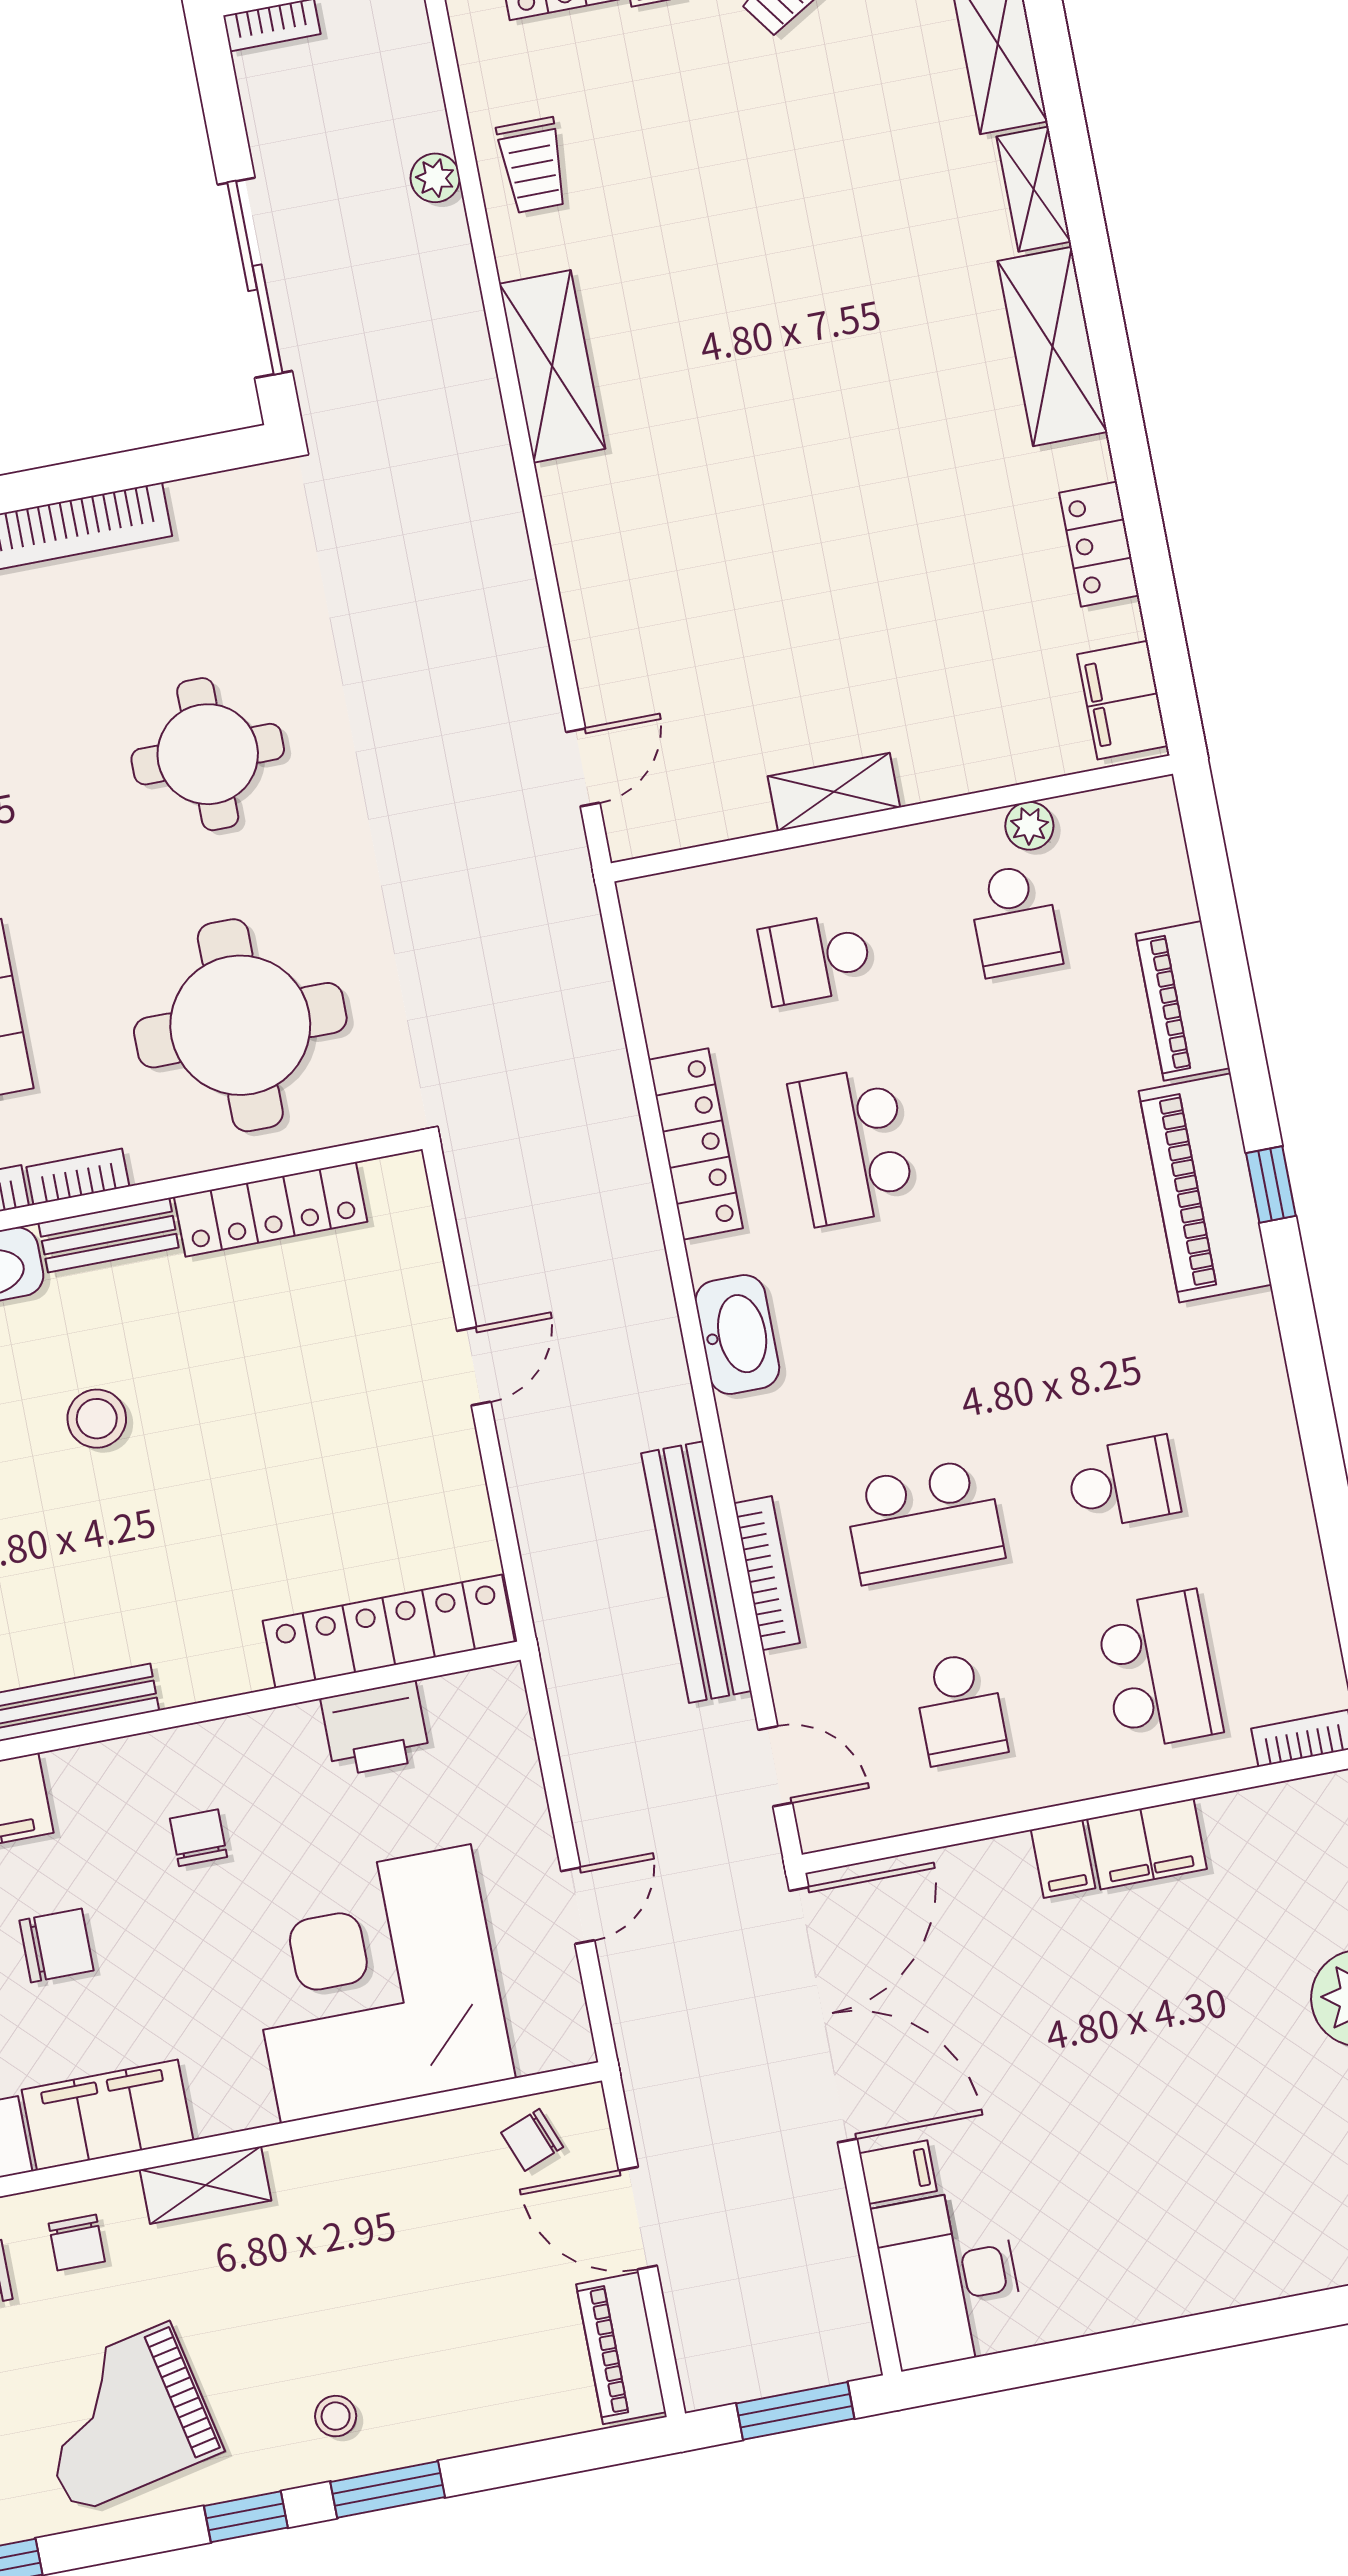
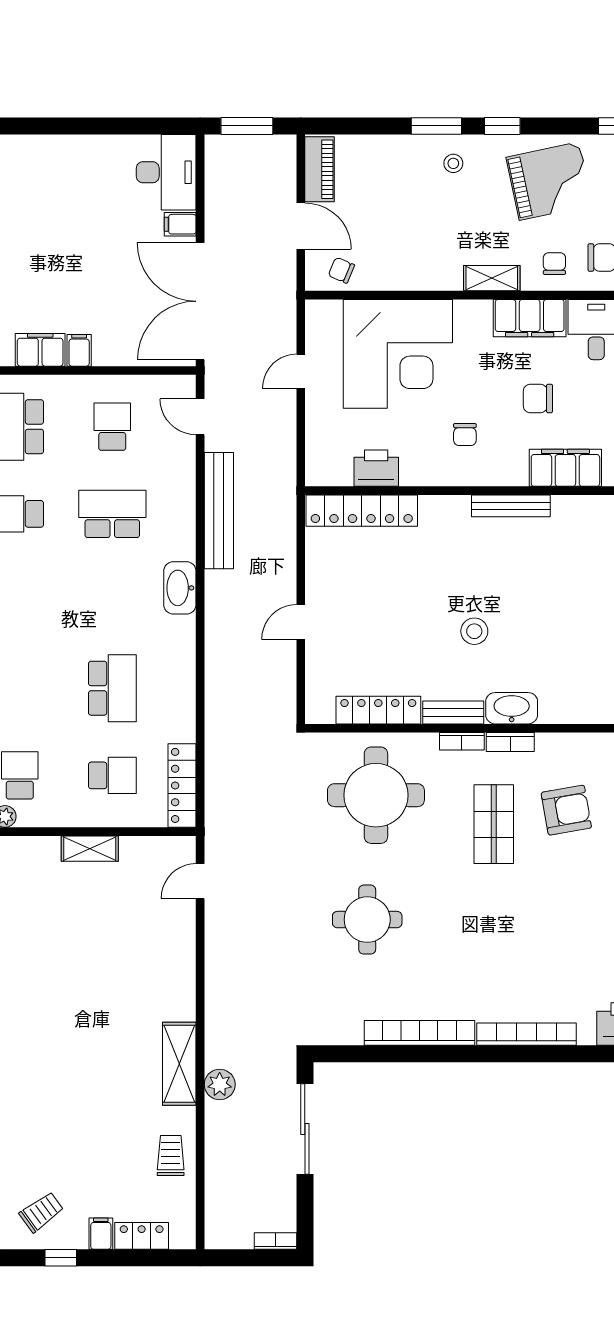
plant: (435, 178) -> (220, 1084), moved, width x1.38, depth x1.38
locker: (696, 1144) -> (182, 785), moved
washbasin: (737, 1335) -> (180, 588), moved
bookcase: (767, 1573) -> (187, 504), removed
chair: (532, 2140) -> (341, 270), turned -136

